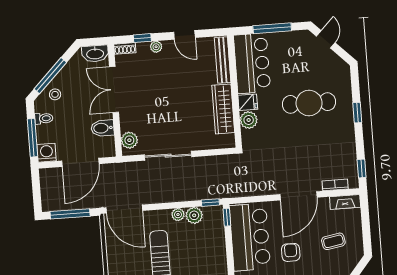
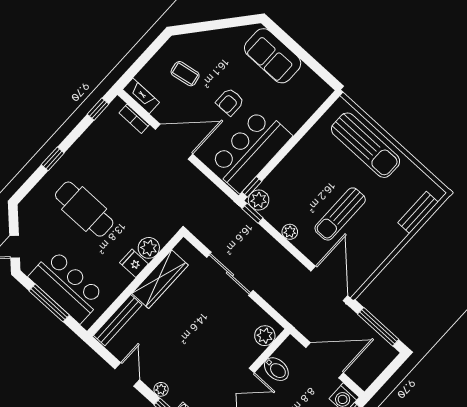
bar counter: (252, 63) -> (67, 286), moved, turned 90
sliding door: (168, 156) -> (230, 274), moved
plant: (194, 215) -> (259, 200), moved

